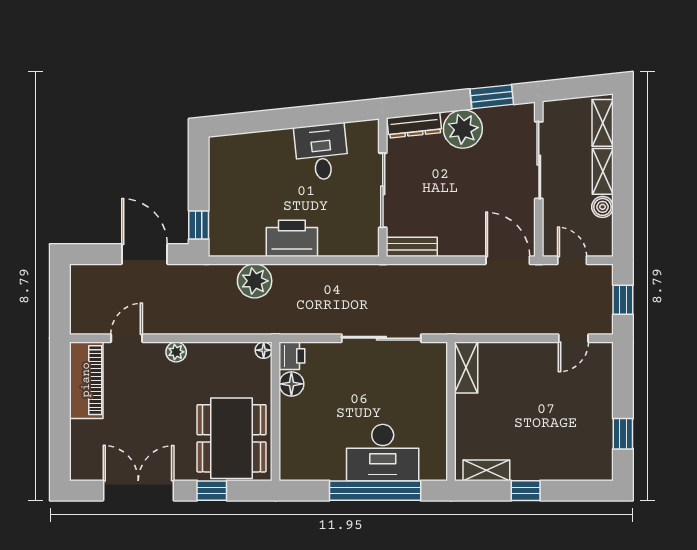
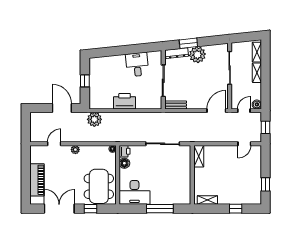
window: (492, 97) -> (188, 43), moved
boiler: (603, 207) -> (257, 104), moved
window: (199, 225) -> (85, 81), moved
door: (508, 260) -> (216, 111), hinge flipped
door: (572, 260) -> (244, 111), hinge flipped
plant: (255, 281) -> (94, 119), moved
piano: (86, 380) -> (37, 180), moved
desk: (383, 453) -> (134, 192), moved
window: (375, 491) -> (160, 209), width x0.68
window: (526, 491) -> (236, 209), moved

